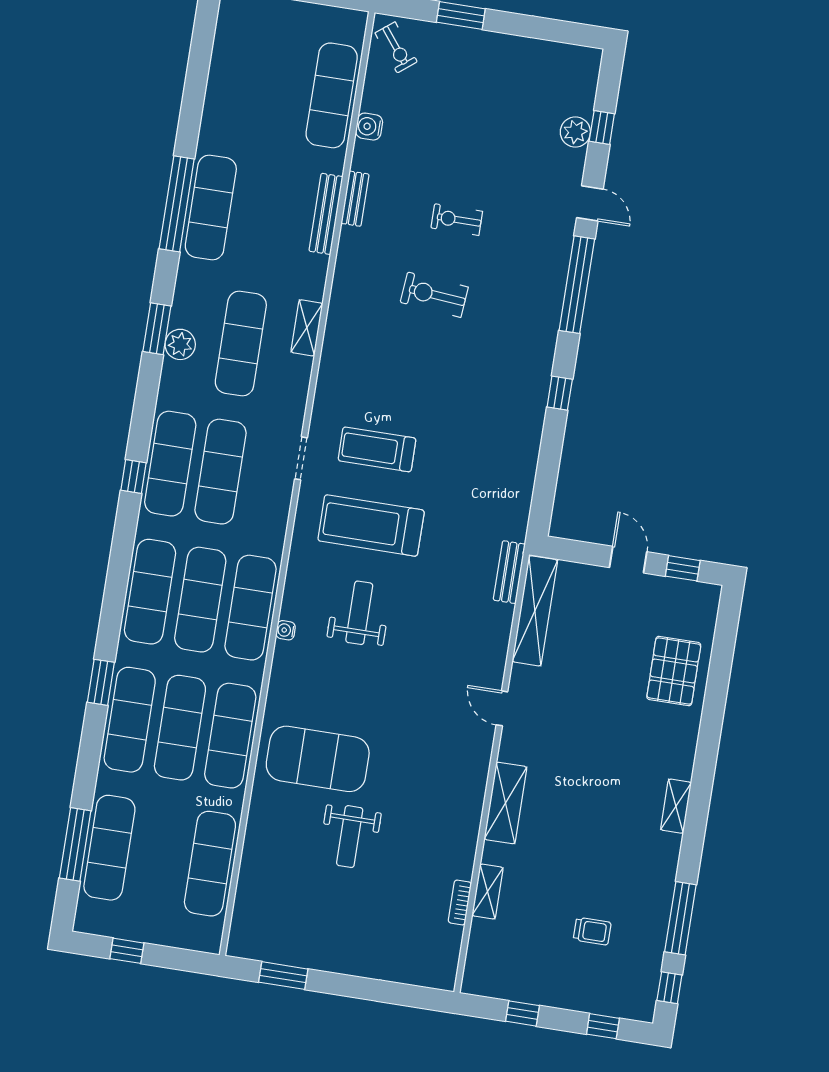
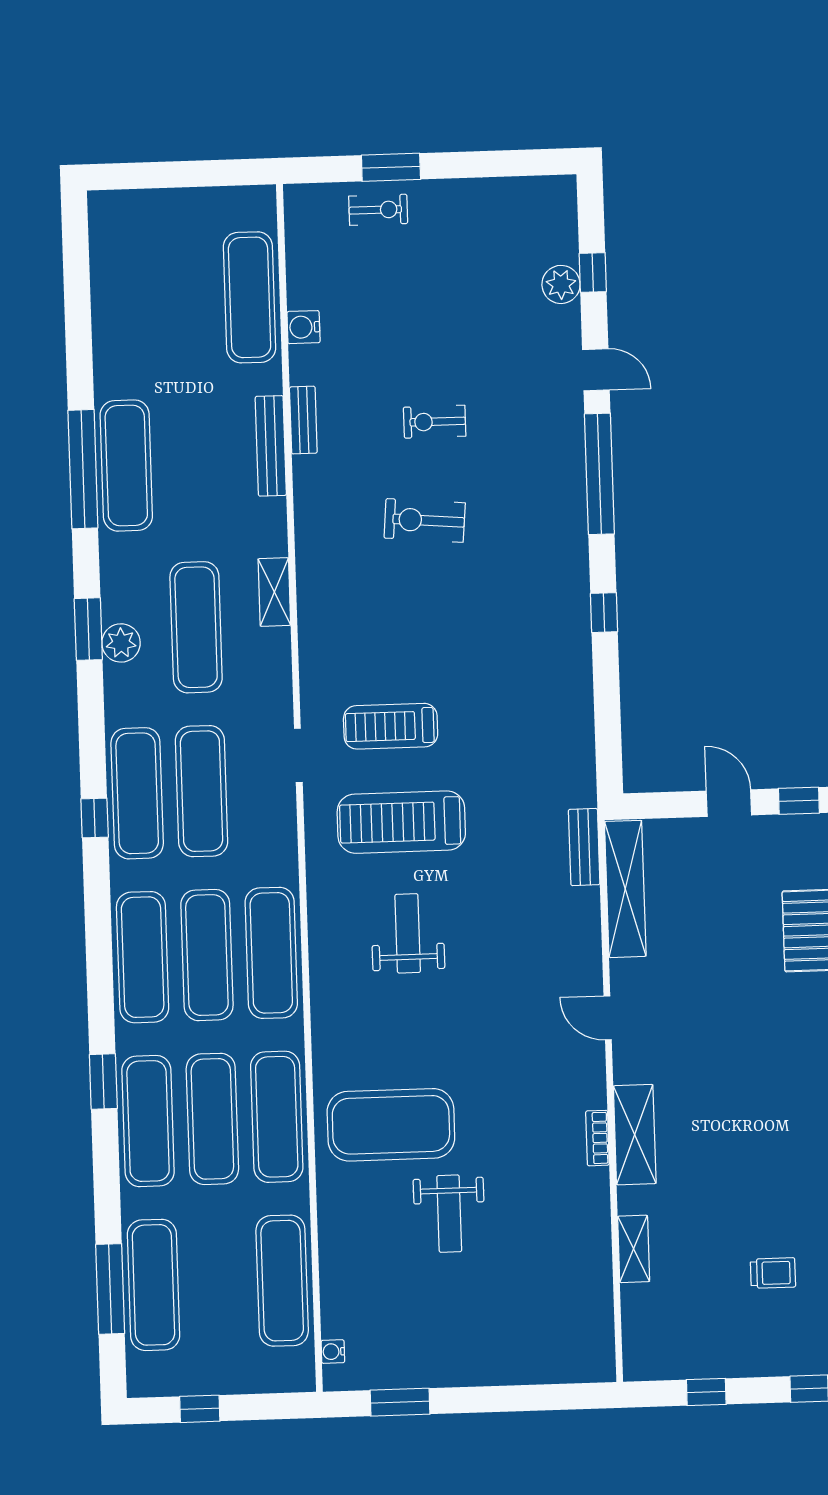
exercise bike: (396, 47) -> (378, 210), moved, turned -52
water cooler: (286, 630) -> (333, 1352), moved
bookcase: (460, 902) -> (597, 1138), moved

